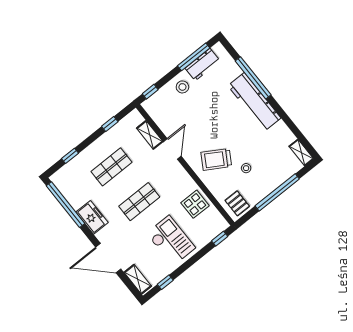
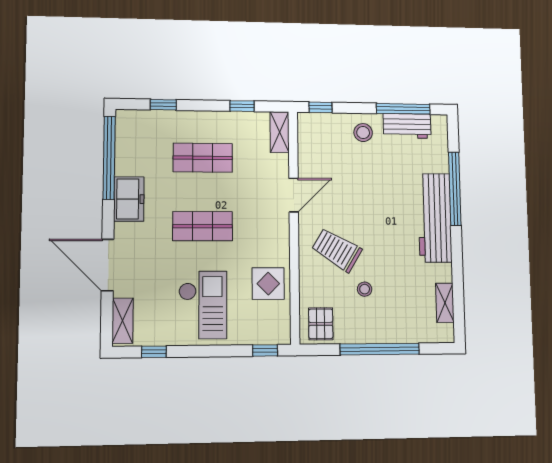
shelving: (150, 135) -> (280, 132), moved
shelving: (301, 153) -> (445, 303), moved

